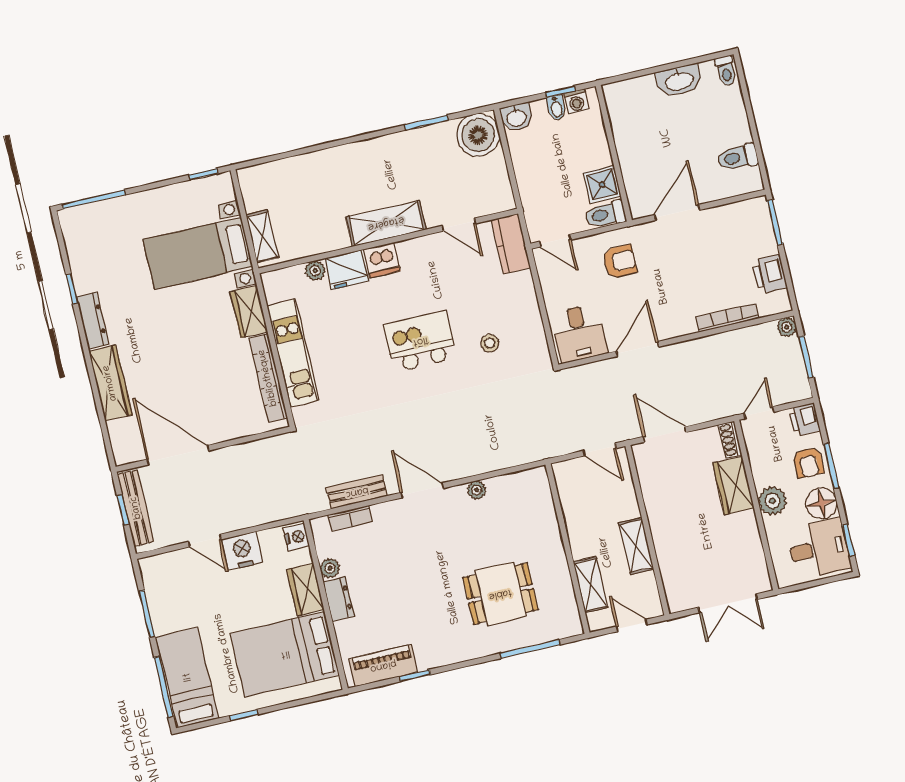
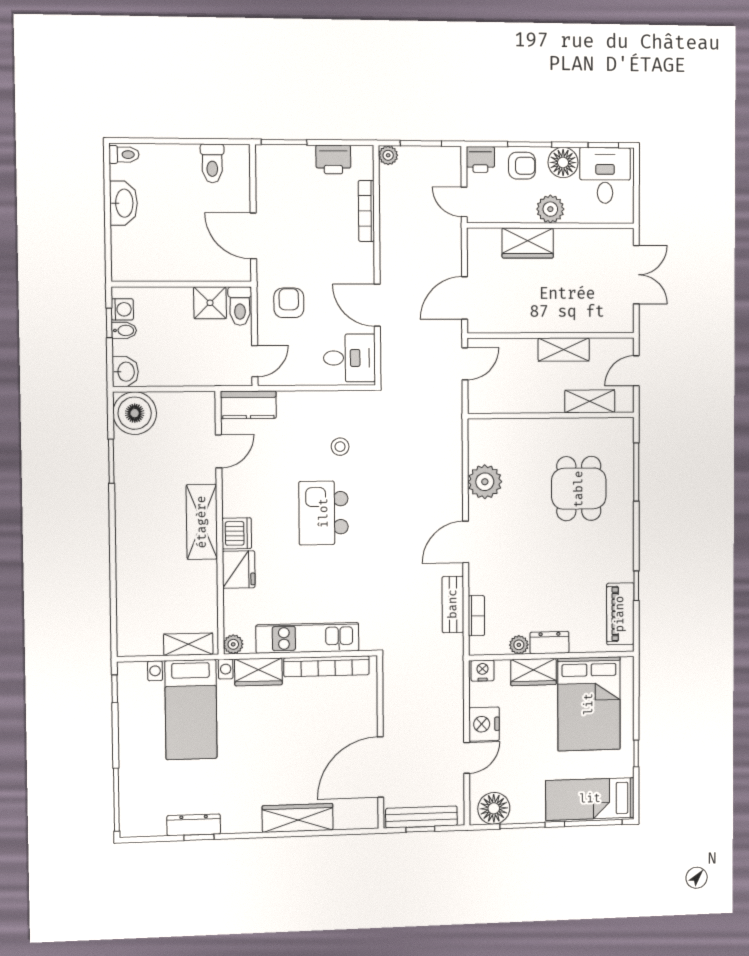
plant: (315, 271) -> (233, 644), moved
dresser: (93, 321) -> (194, 825), moved
shoe rack: (730, 440) -> (483, 236), removed
plant: (477, 490) -> (485, 482), width x1.87, depth x1.87
floor lamp: (159, 580) -> (494, 808), added

